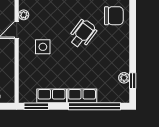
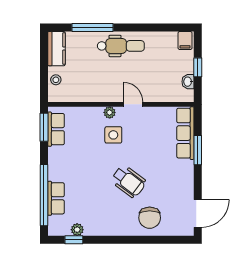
plant: (24, 15) -> (110, 112), moved
row of seats: (52, 96) -> (56, 129), moved
row of seats: (82, 96) -> (56, 198), moved

